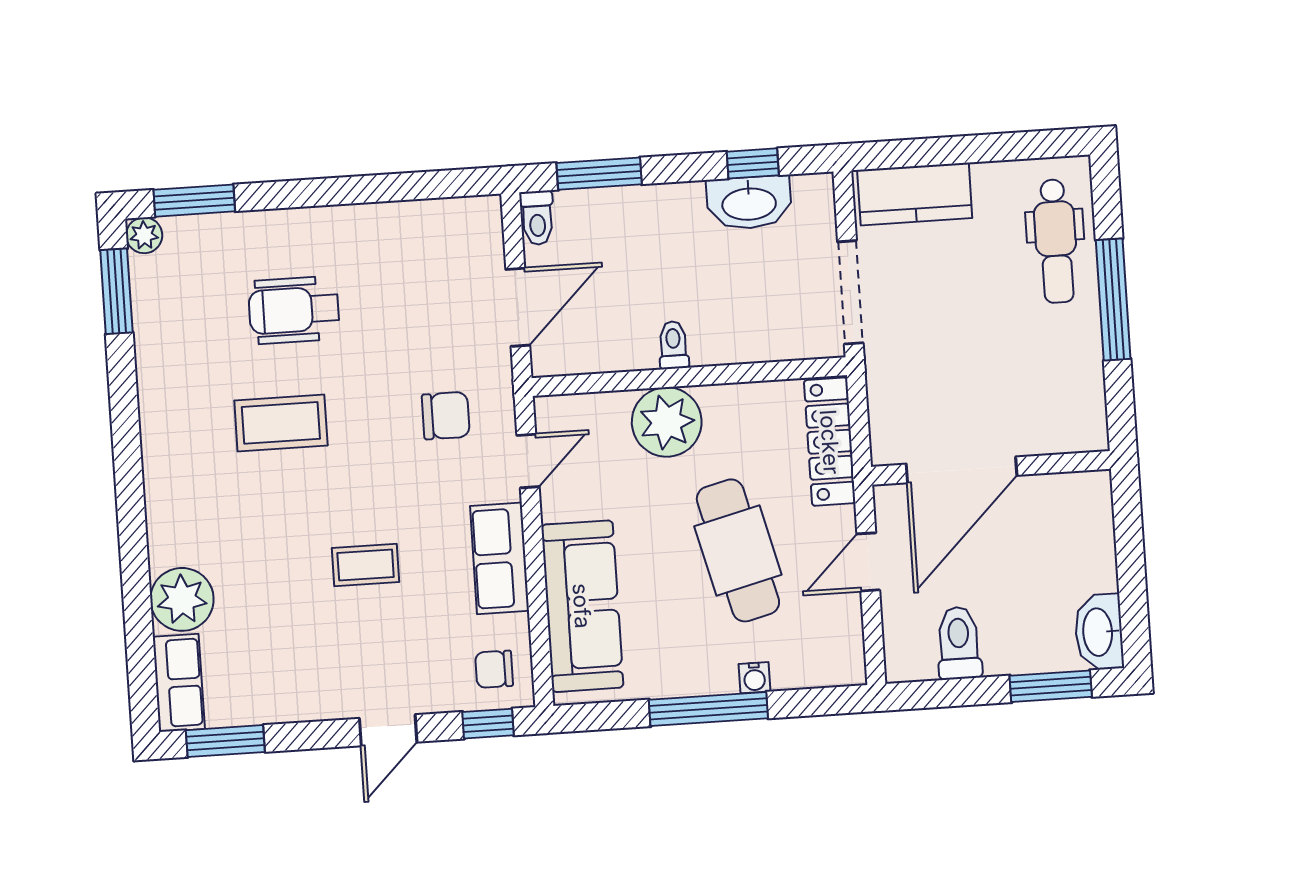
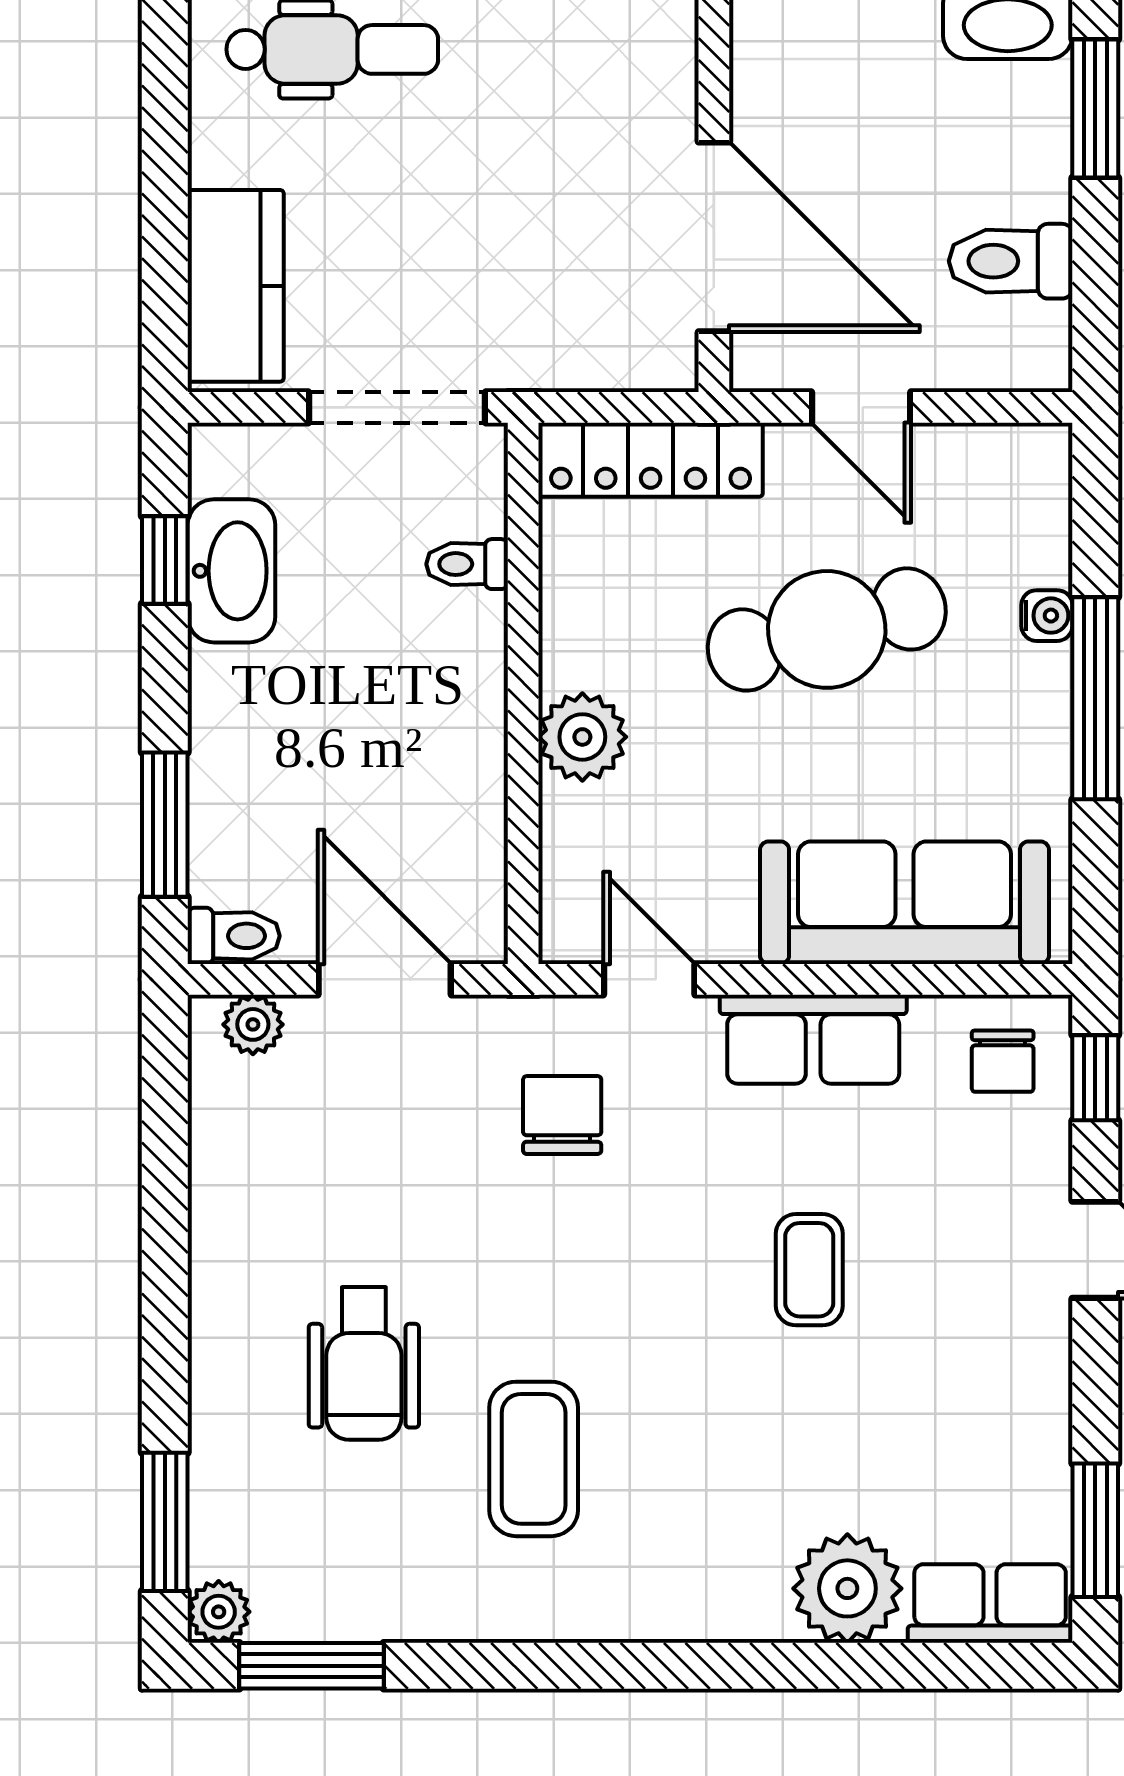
plant: (487, 233) -> (253, 1024), added
toilet: (673, 345) -> (467, 564), moved
plant: (667, 422) -> (582, 737), width x0.73, depth x0.73
coffee table: (281, 423) -> (534, 1459), moved

